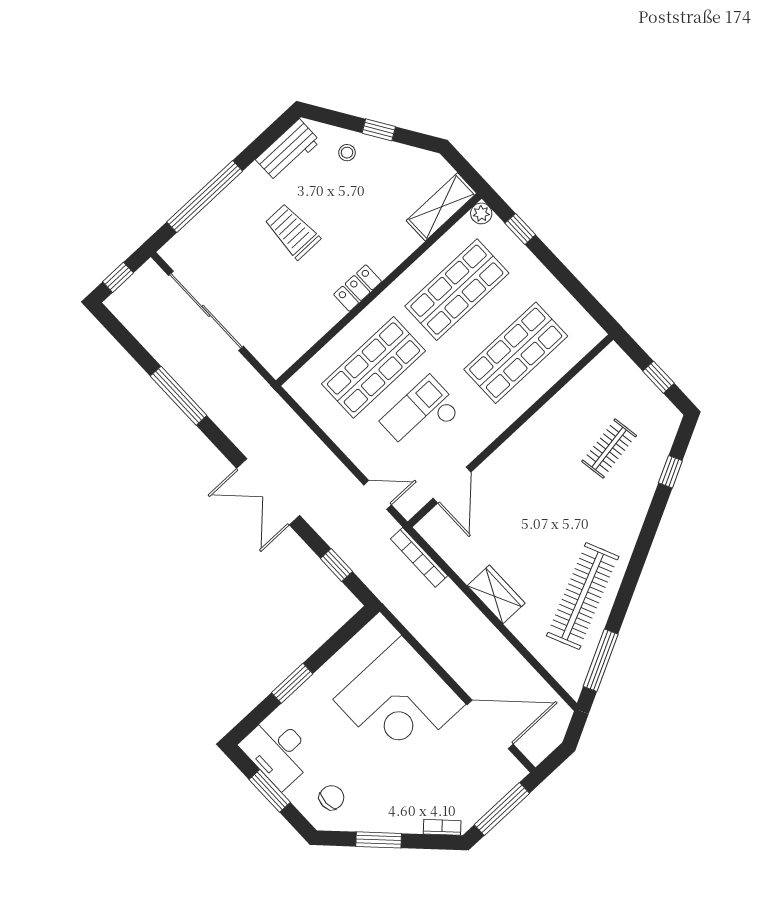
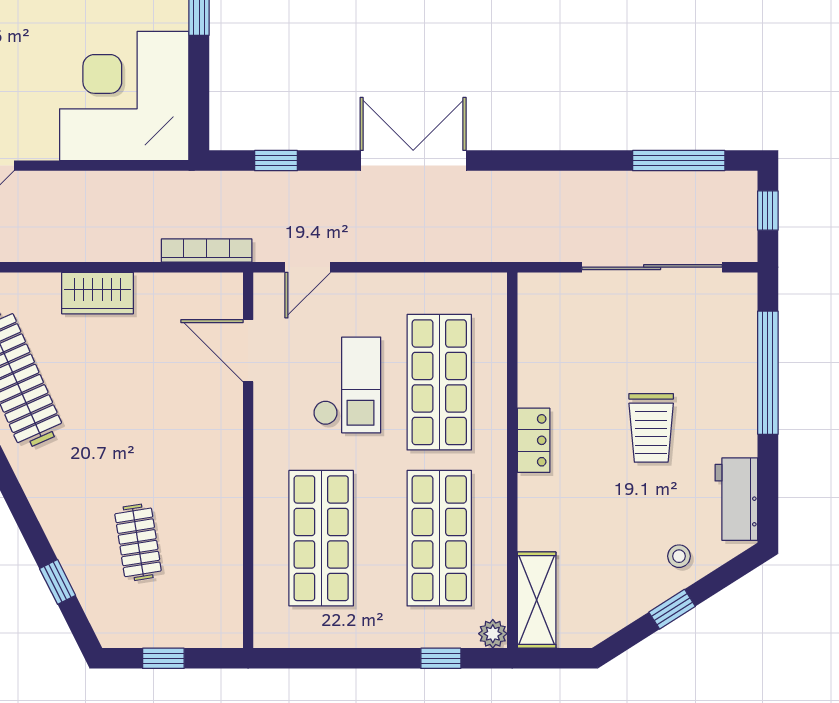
trolley: (292, 231) -> (651, 428), turned 90
window: (179, 396) -> (679, 161), moved
corner desk: (399, 702) -> (124, 96), moved

